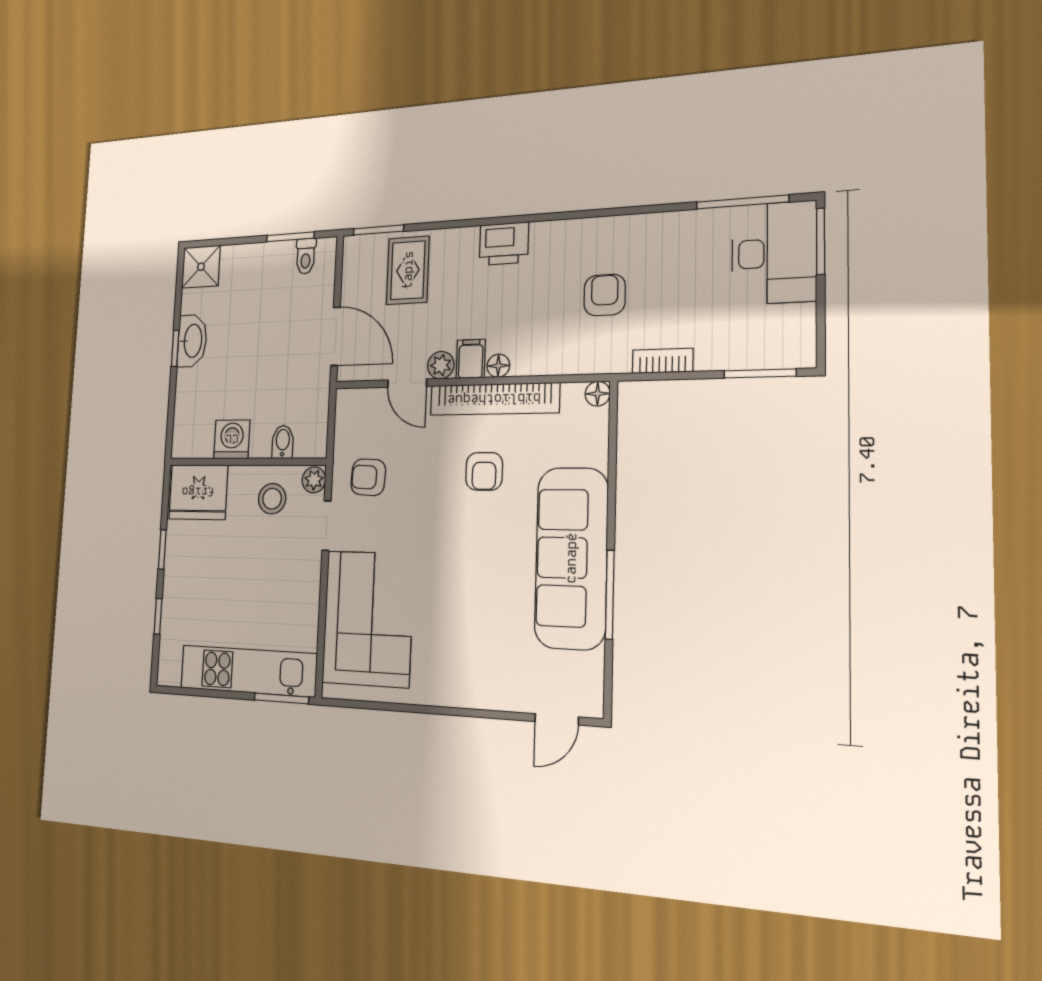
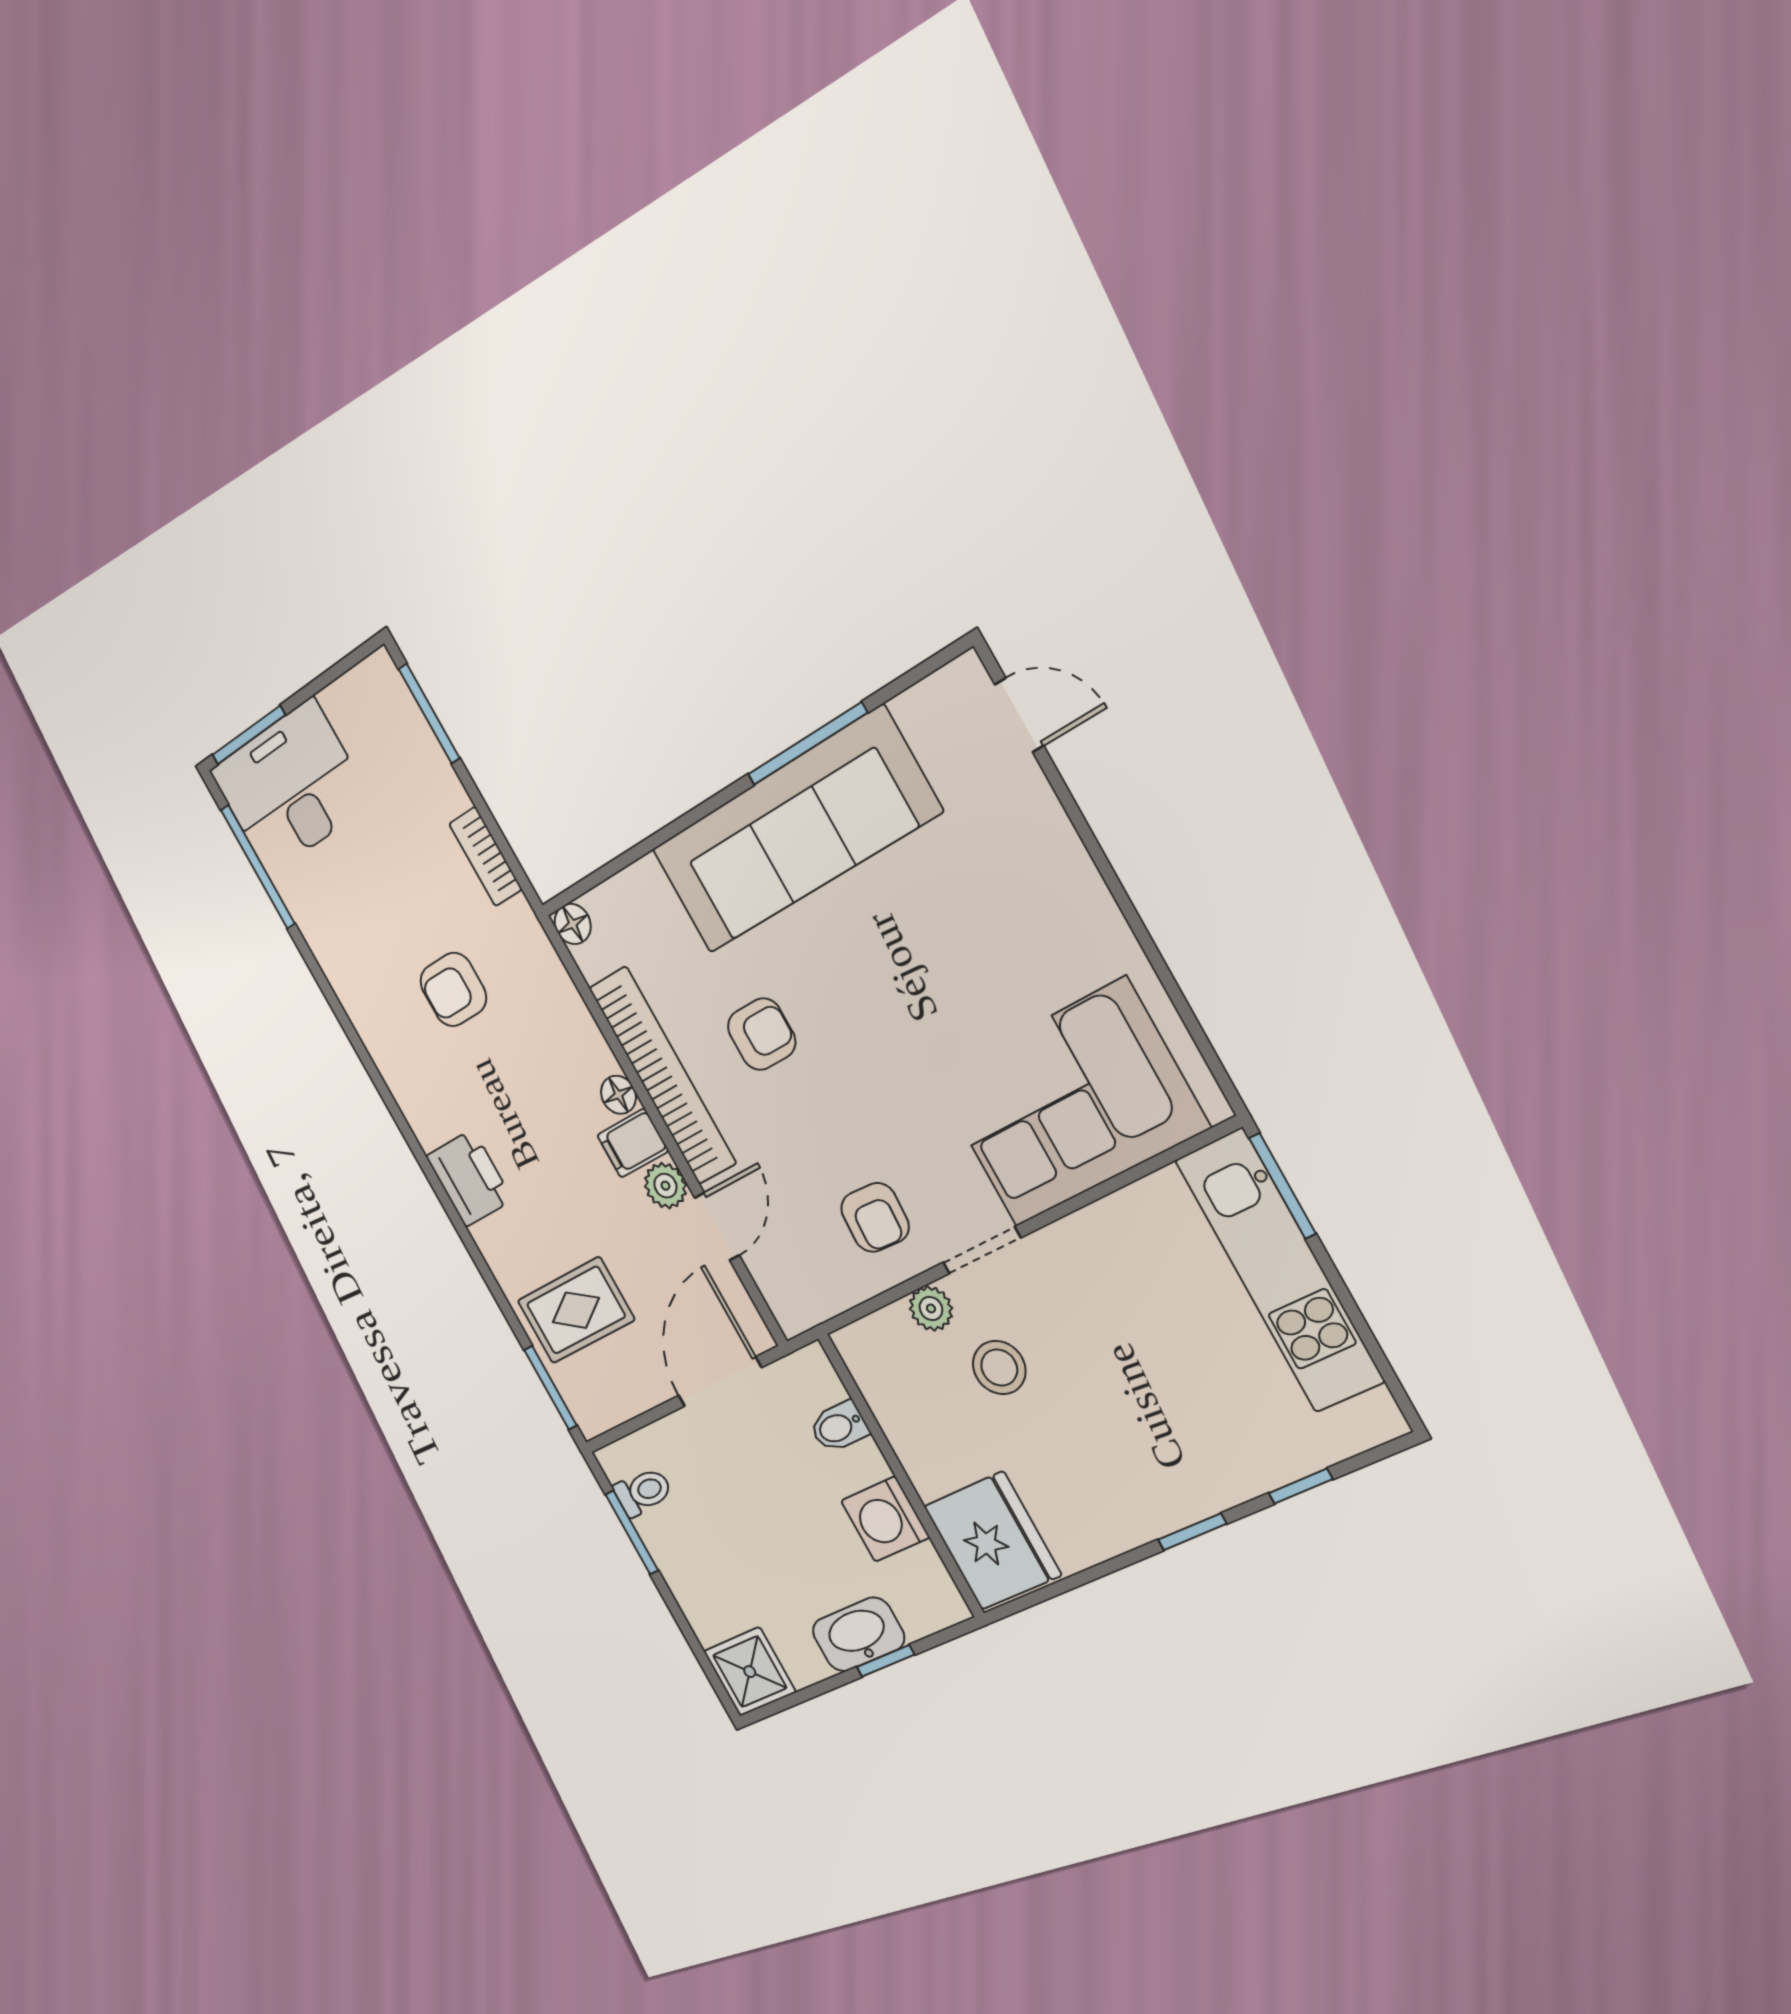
washing machine: (232, 439) -> (885, 1519), moved
bidet: (283, 442) -> (839, 1427), moved
wall: (247, 462) -> (901, 1476), moved
fridge: (198, 492) -> (993, 1541), moved

